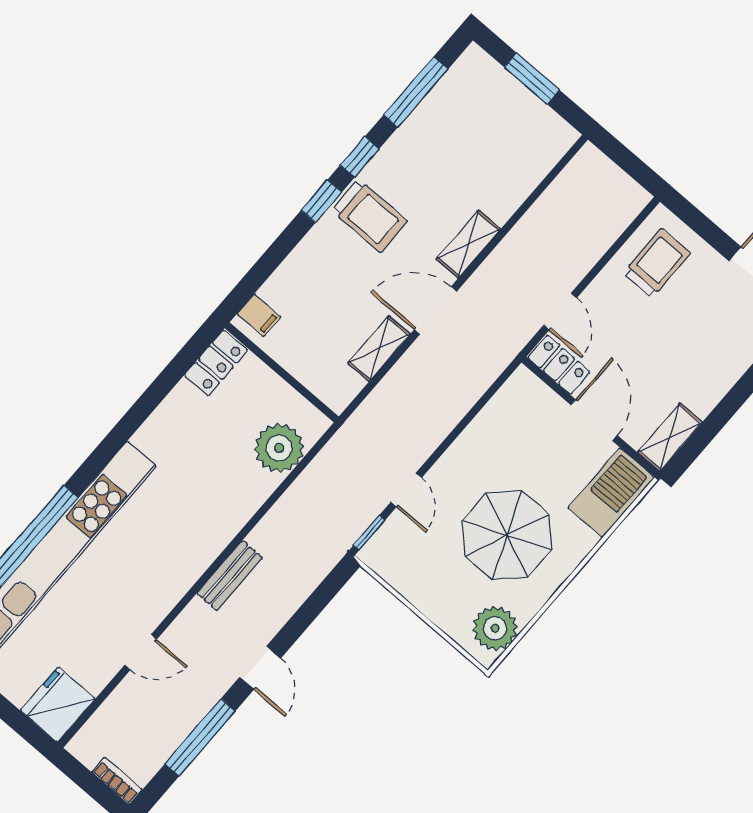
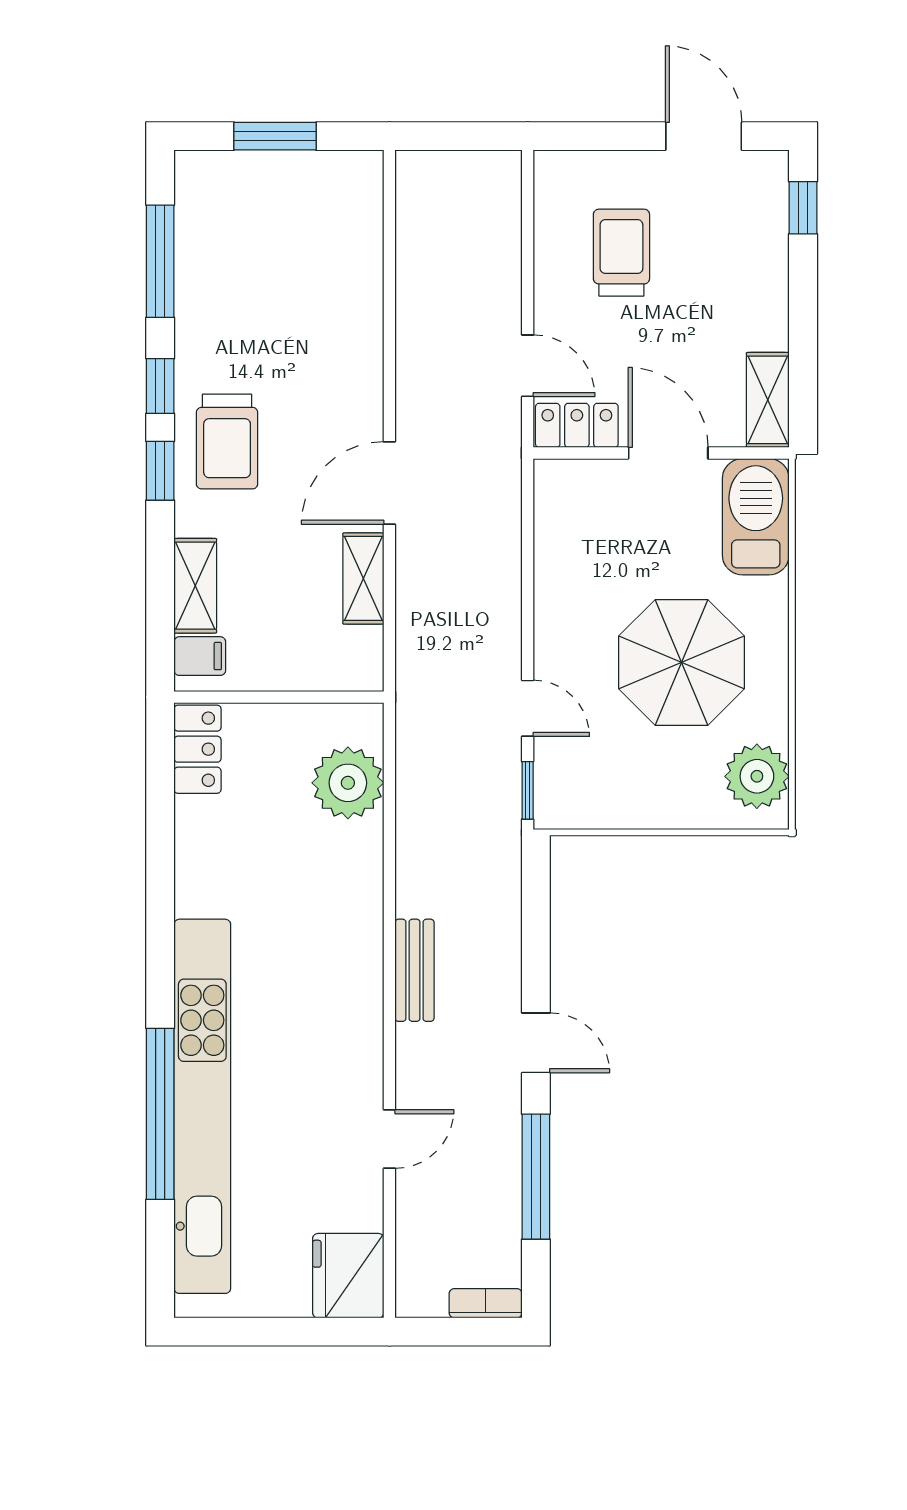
trolley: (370, 216) -> (227, 442), turned 90
shelving: (468, 244) -> (195, 586), moved
trolley: (657, 263) -> (621, 253), moved

